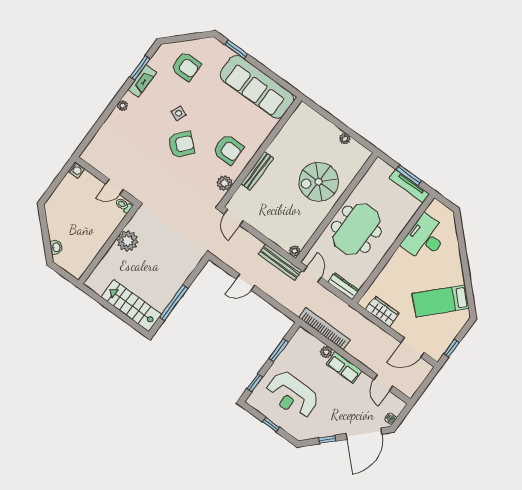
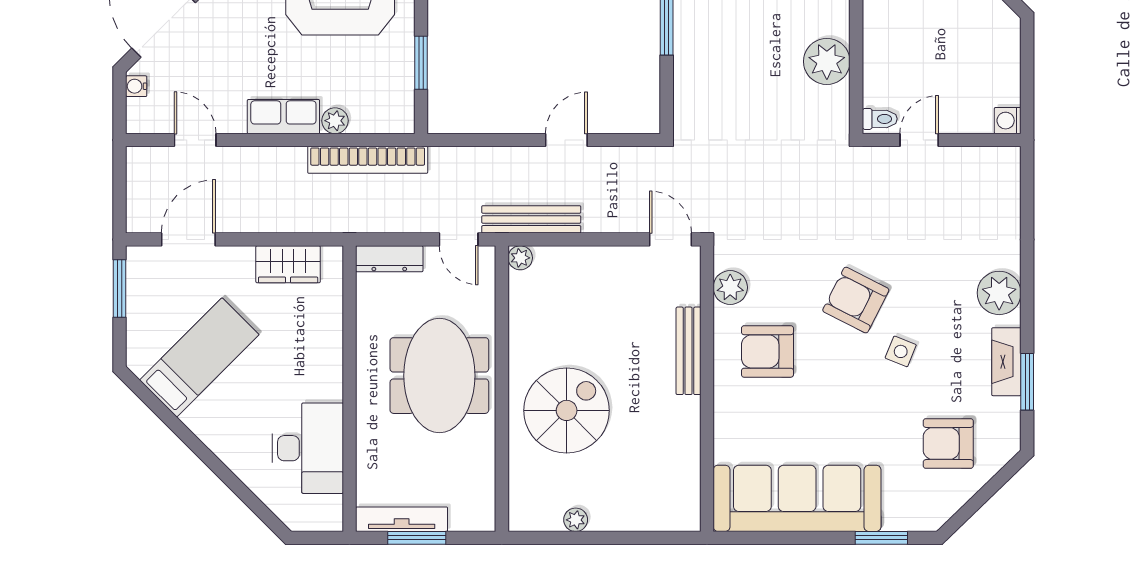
plant: (122, 106) -> (999, 293), width x1.87, depth x1.87
armchair: (181, 144) -> (856, 300), turned 76
window: (452, 348) -> (120, 288), width x1.50

